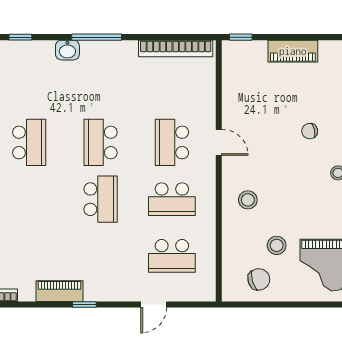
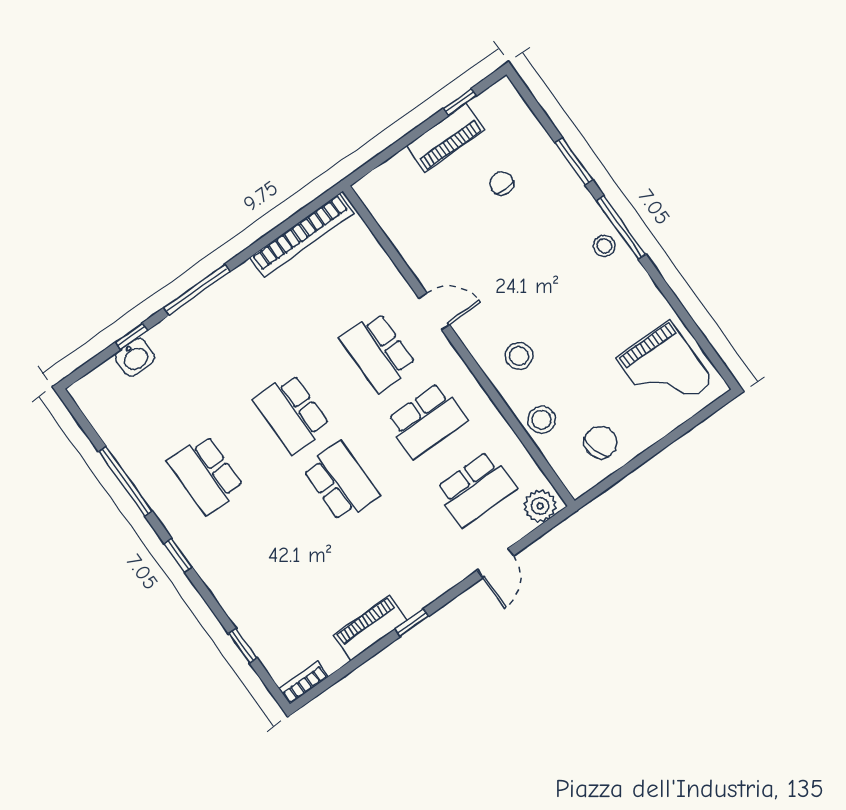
window: (20, 37) -> (131, 336), moved
window: (241, 37) -> (460, 102), moved
washbasin: (67, 50) -> (135, 357), moved
chair: (310, 131) -> (502, 183), moved, turned 102
school desk: (29, 142) -> (206, 475), turned 180
stool: (277, 245) -> (541, 420), moved
plant: (201, 291) -> (540, 506), added

